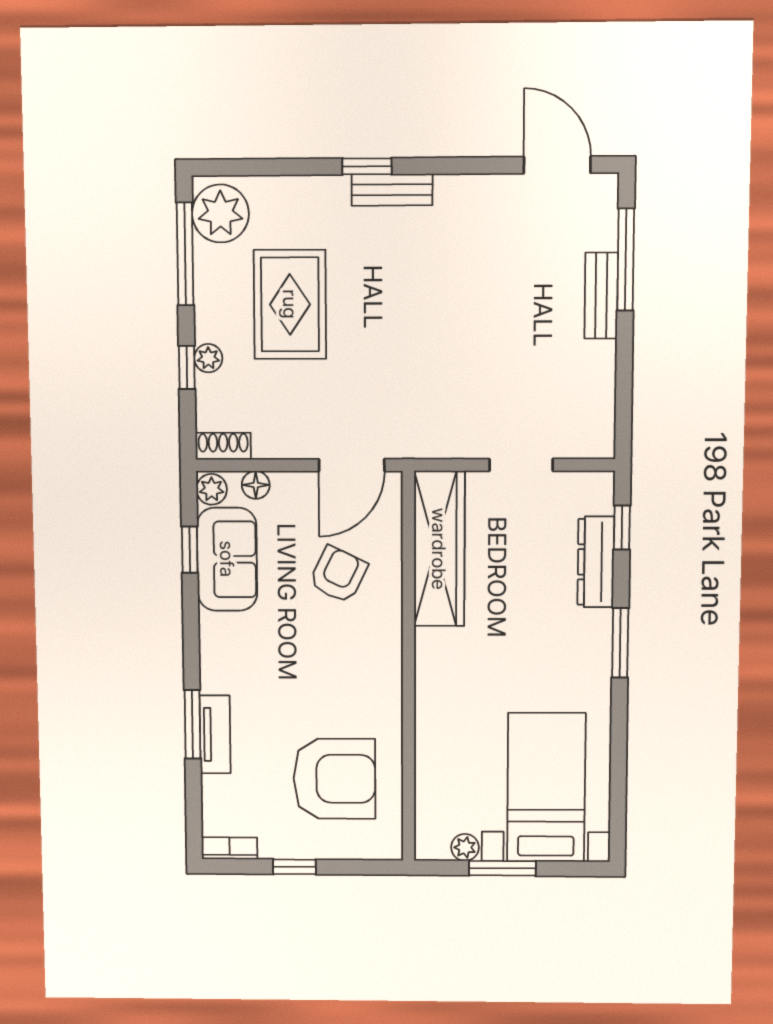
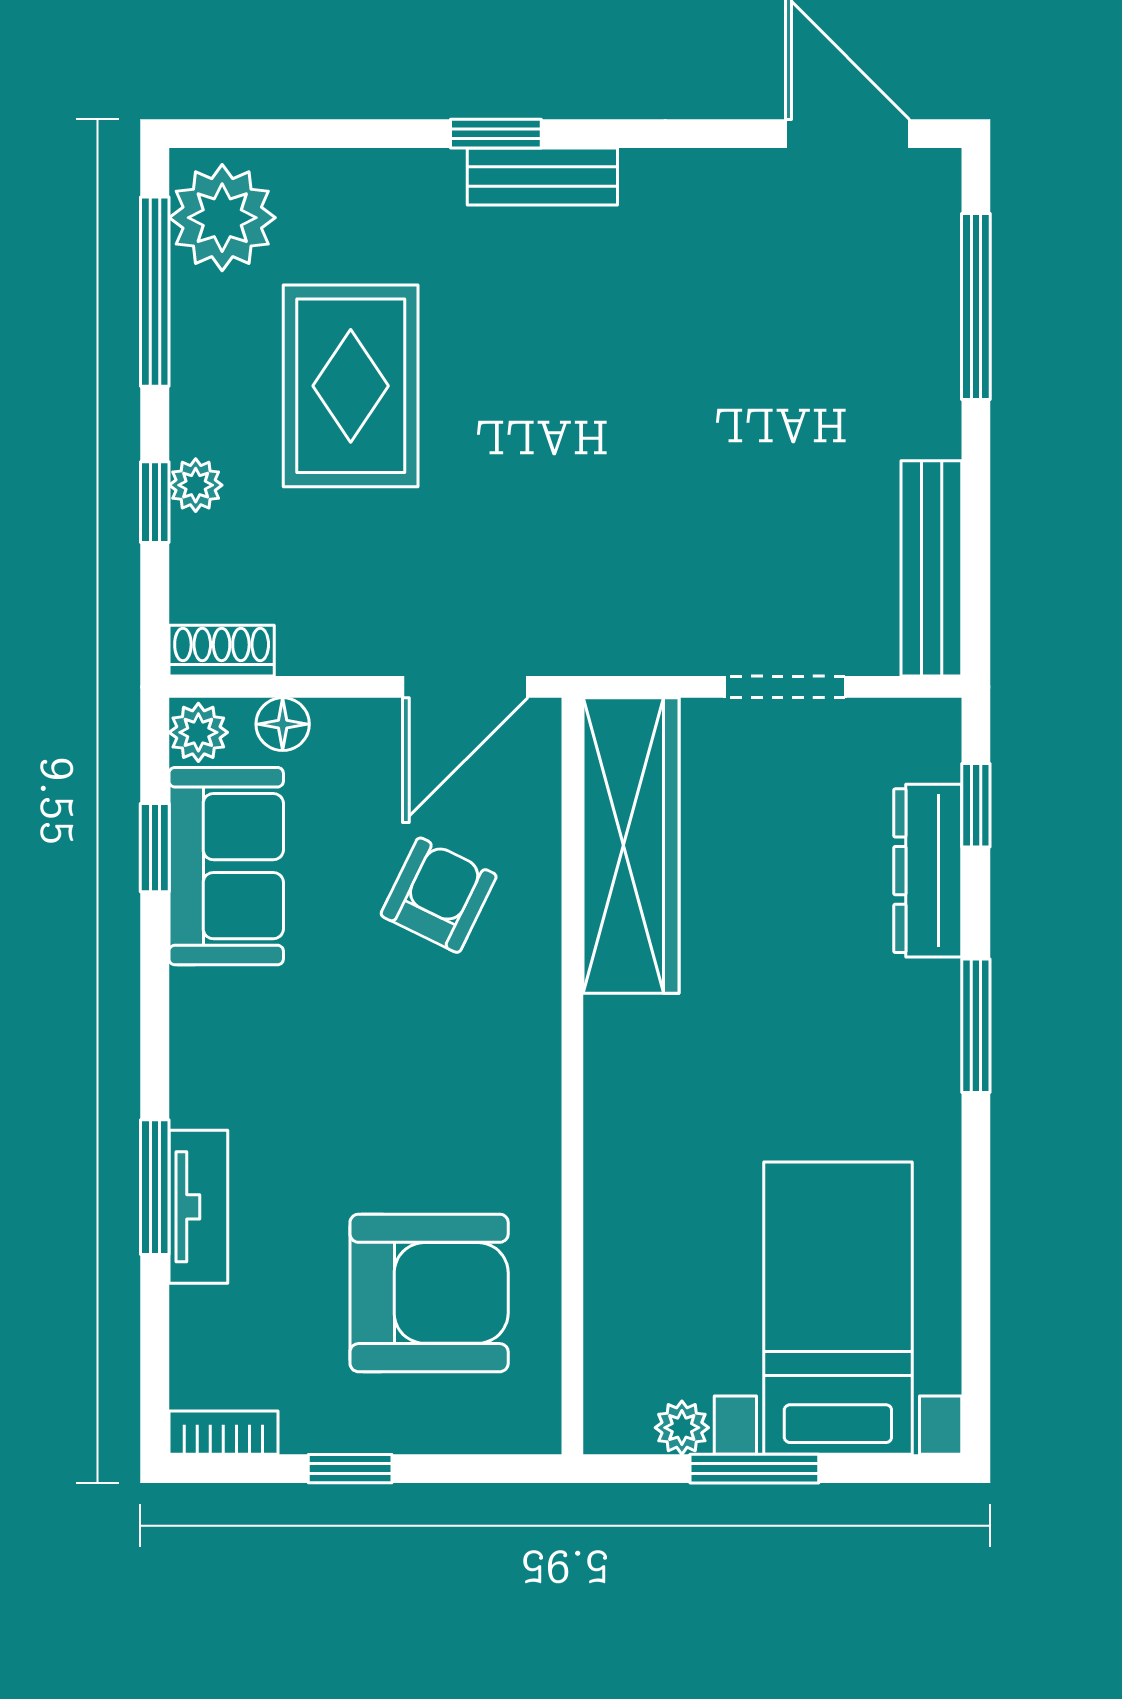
bench: (601, 296) -> (931, 568), moved, width x1.36

